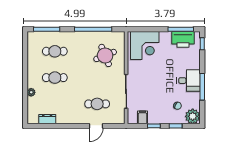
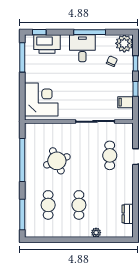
printer: (183, 39) -> (47, 44), moved, turned 90
round table: (105, 55) -> (57, 161), moved

